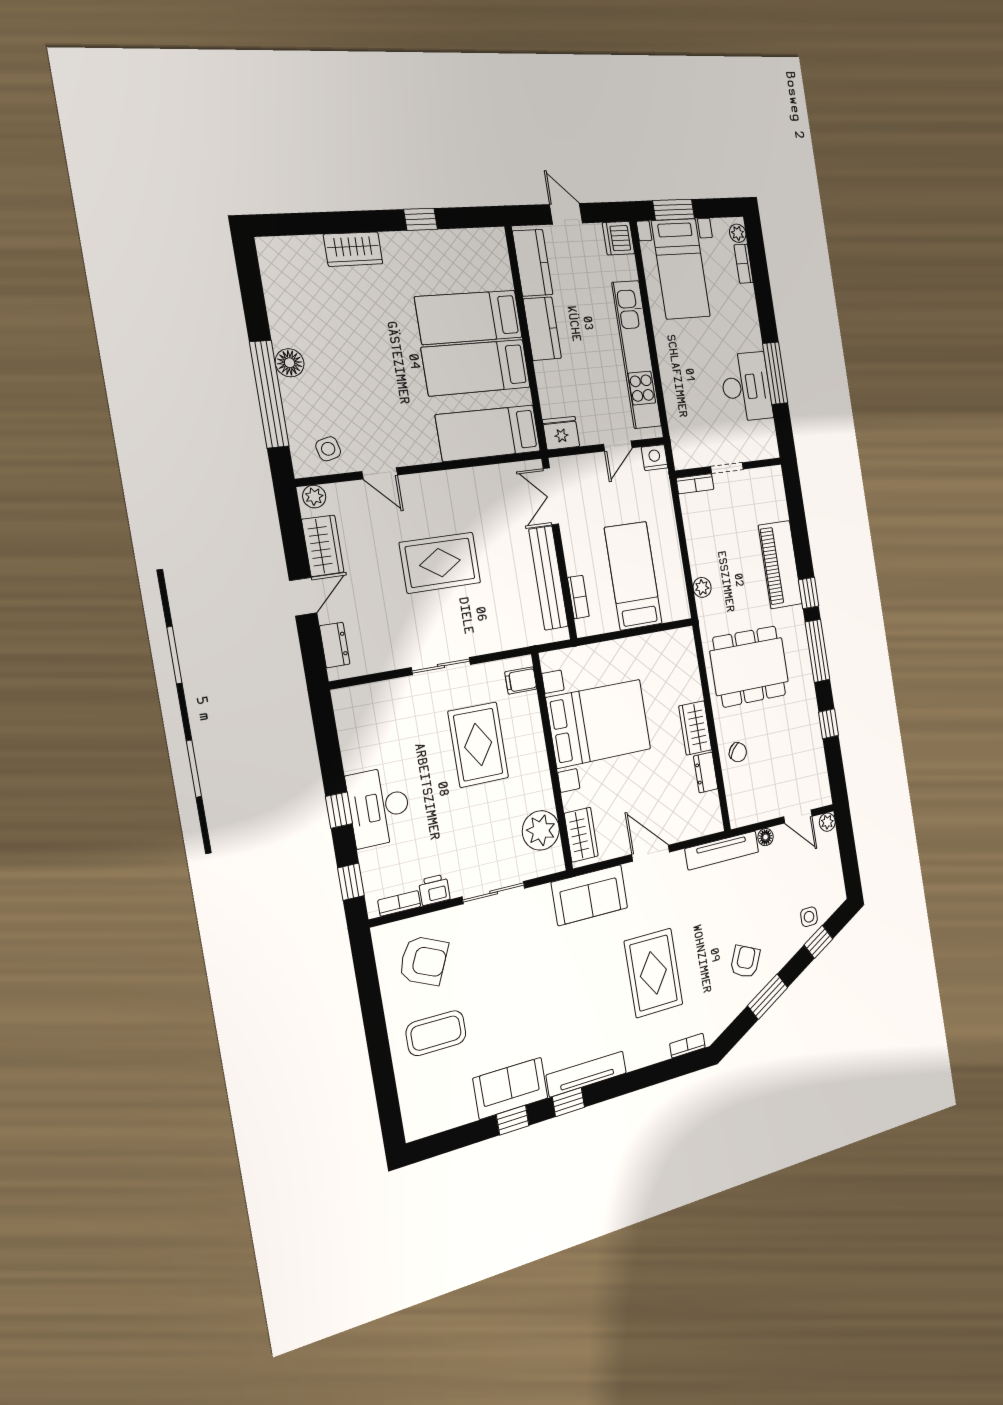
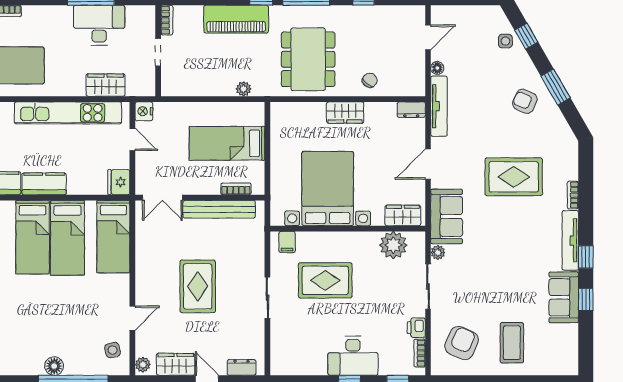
wardrobe: (678, 402) -> (106, 85), added
bookcase: (695, 484) -> (167, 20), moved
dresser: (706, 772) -> (411, 110), moved
plant: (827, 822) -> (438, 252), moved
bookcase: (687, 1046) -> (573, 195), moved

